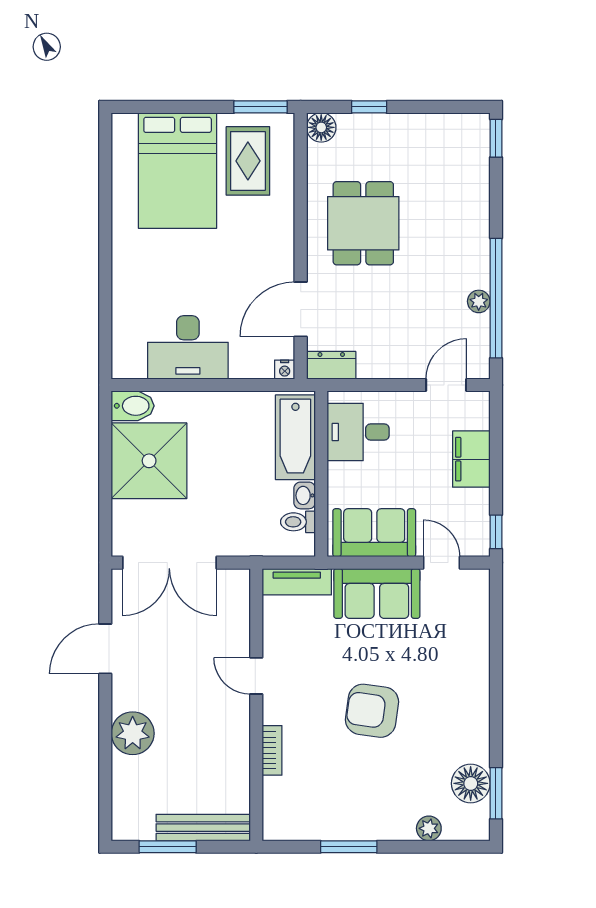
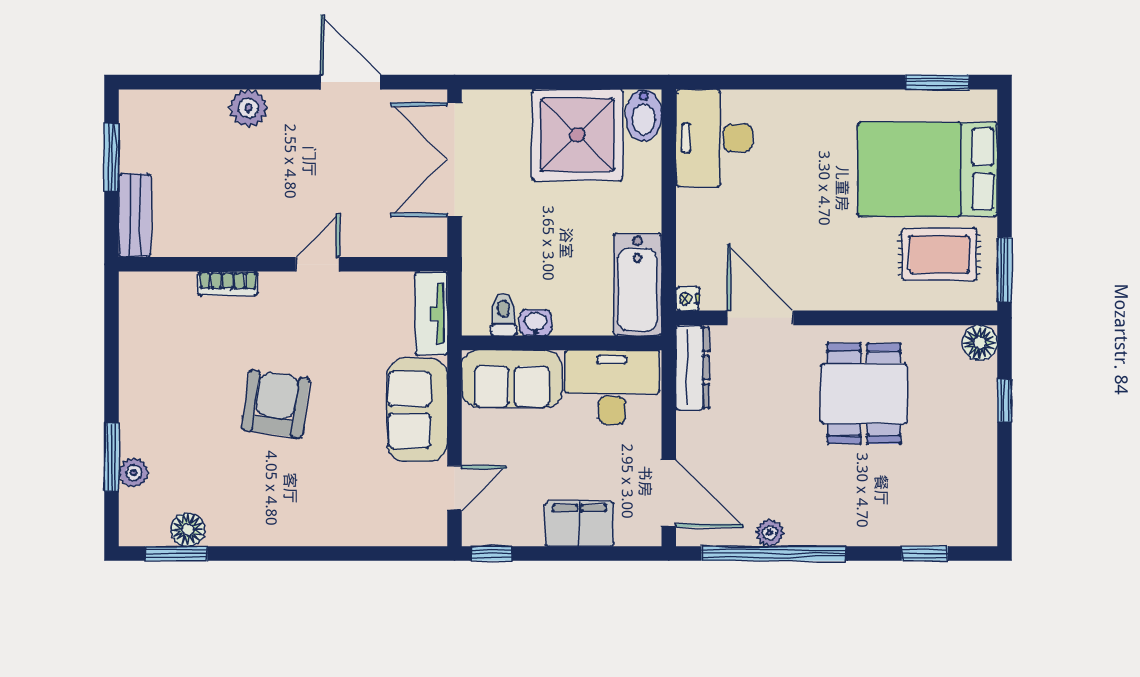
window: (496, 138) -> (925, 554), moved
window: (105, 163) -> (937, 82), added
dining table: (363, 223) -> (864, 394), turned 90
desk: (188, 347) -> (714, 138), moved
dresser: (331, 365) -> (693, 368), width x1.44
door: (446, 385) -> (669, 494), width x1.38
desk: (358, 432) -> (612, 387), width x1.37
bathtub: (295, 437) -> (638, 285), moved, turned -90
sofa: (374, 533) -> (512, 379), moved, turned 90
plant: (133, 733) -> (248, 108), width x0.73, depth x0.73
floor lamp: (471, 783) -> (188, 530), width x0.73, depth x0.73
bench: (203, 828) -> (135, 215), width x0.73
window: (349, 847) -> (112, 457), moved

